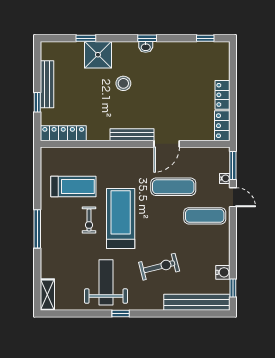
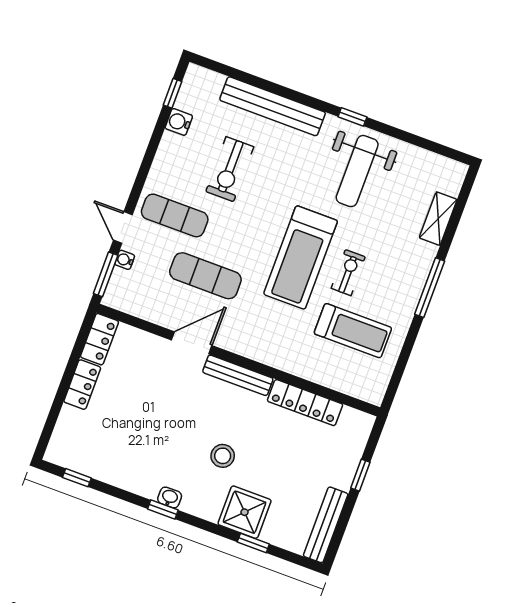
bench: (47, 84) -> (326, 525), moved
locker: (63, 133) -> (305, 403), moved
treadmill: (73, 186) -> (353, 331), turned 180
exercise bike: (159, 267) -> (230, 169), moved, turned -76
shelving: (47, 295) -> (438, 219), moved
bench: (197, 302) -> (273, 106), moved

